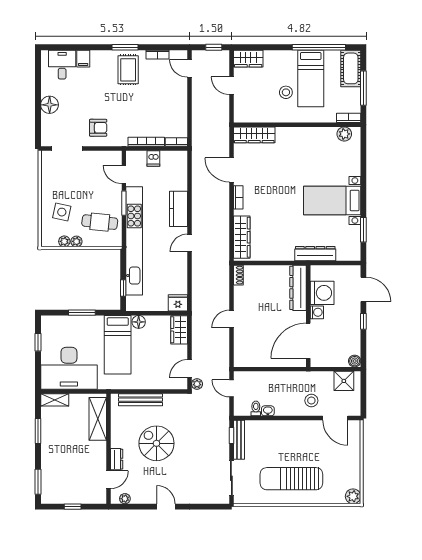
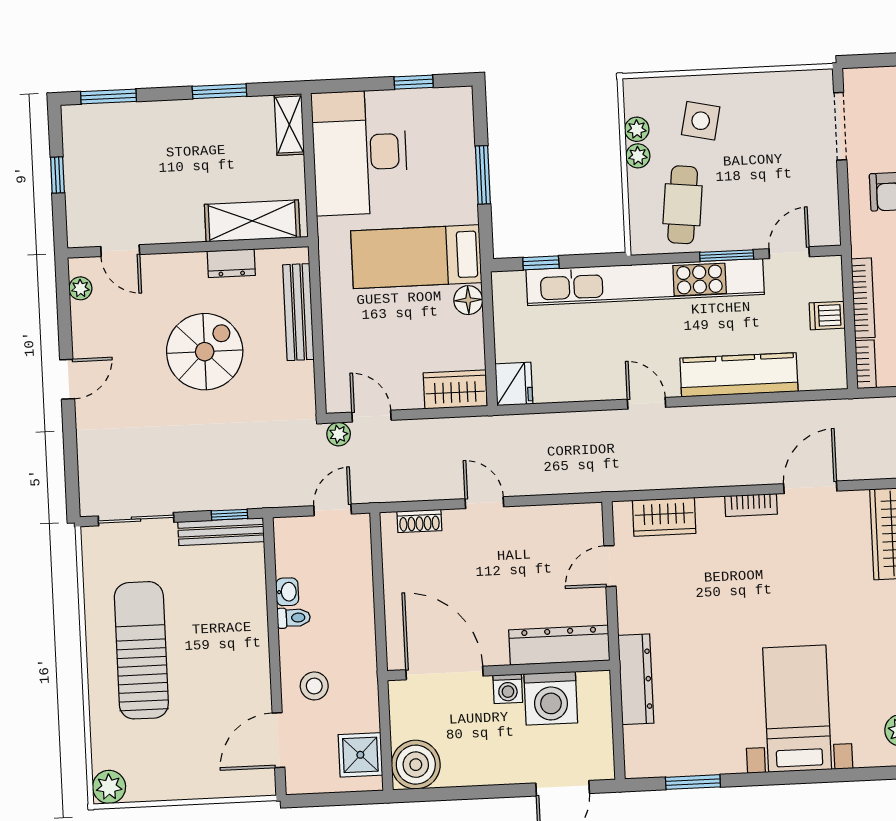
bed with nightstands: (332, 201) -> (797, 709), moved
kitchen counter: (179, 209) -> (739, 375), width x1.50
wardrobe: (242, 237) -> (664, 517), width x0.67
door: (263, 263) -> (610, 566), added
shoe rack: (238, 275) -> (419, 521), moved
window: (363, 321) -> (493, 792), removed
boiler: (355, 361) -> (416, 765), width x1.86, depth x1.86
toilet: (256, 408) -> (294, 618), moved
dresser: (117, 459) -> (231, 263), moved

